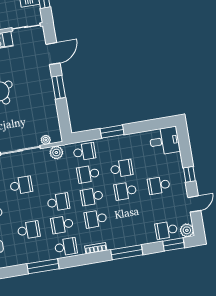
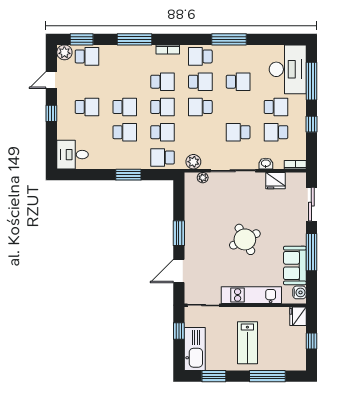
school desk: (122, 169) -> (125, 132), turned 180
school desk: (29, 230) -> (238, 82), turned 180

